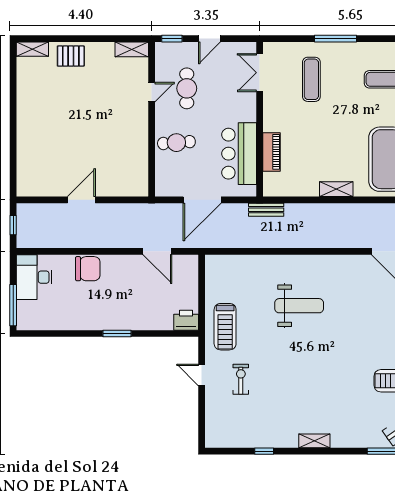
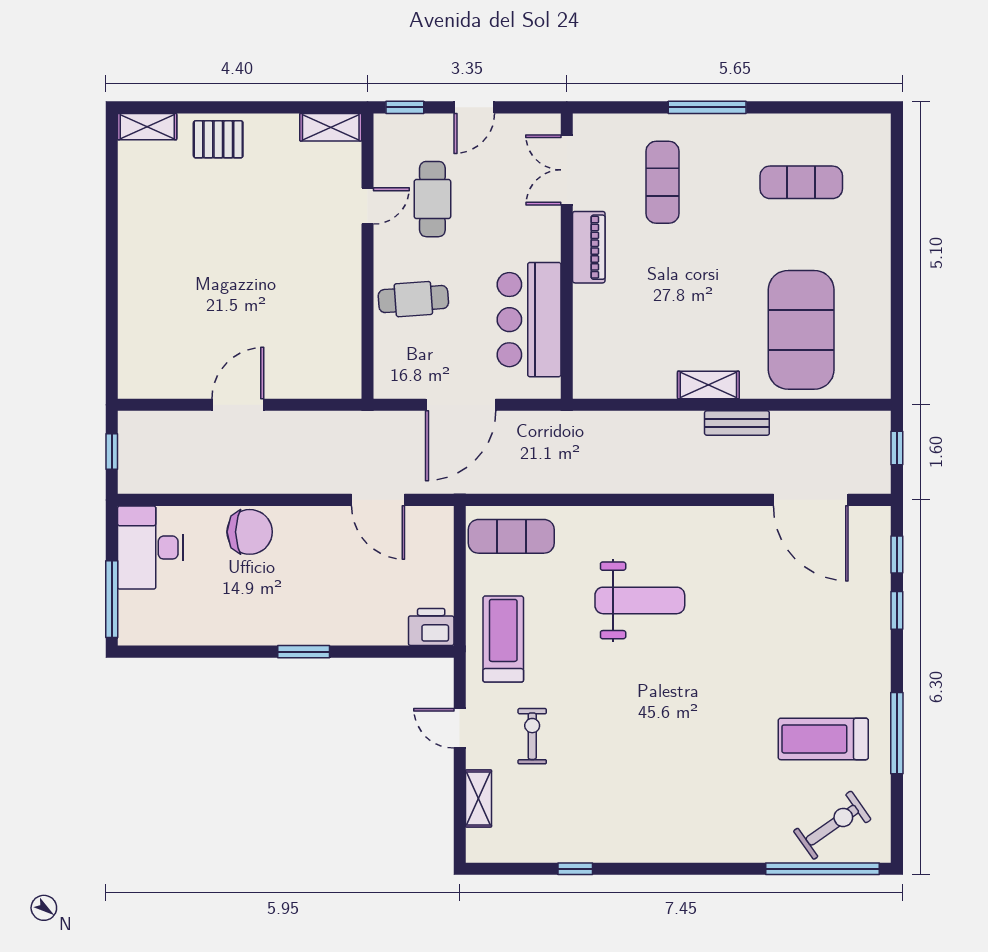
piano: (271, 152) -> (589, 247), moved
bench: (266, 210) -> (737, 423), moved
exercise mat: (229, 271) -> (511, 536), added
treadmill: (225, 327) -> (503, 639), turned 180
shelving: (314, 441) -> (479, 798), moved, turned 90

